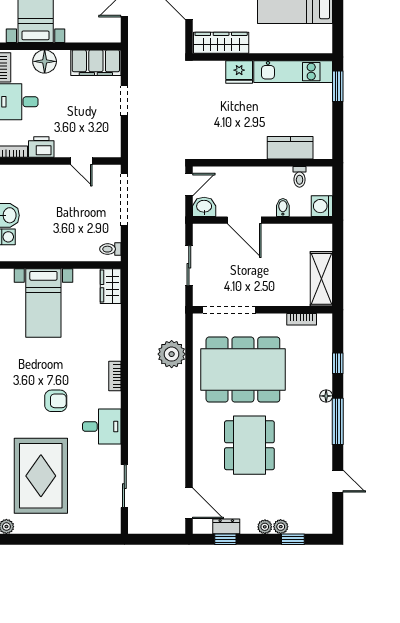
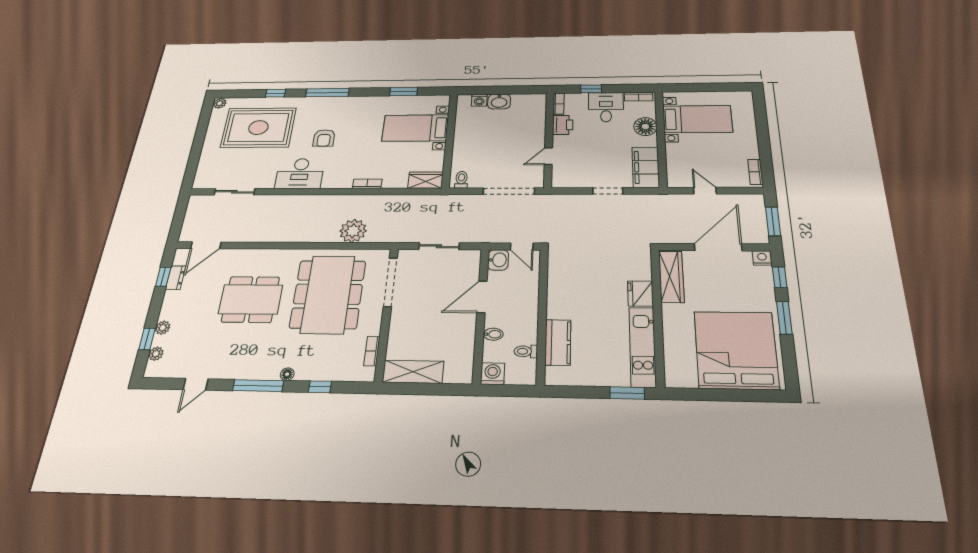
bookcase: (115, 376) -> (367, 184), moved
desk: (102, 427) -> (300, 174), width x1.37
plant: (265, 527) -> (156, 354), moved

